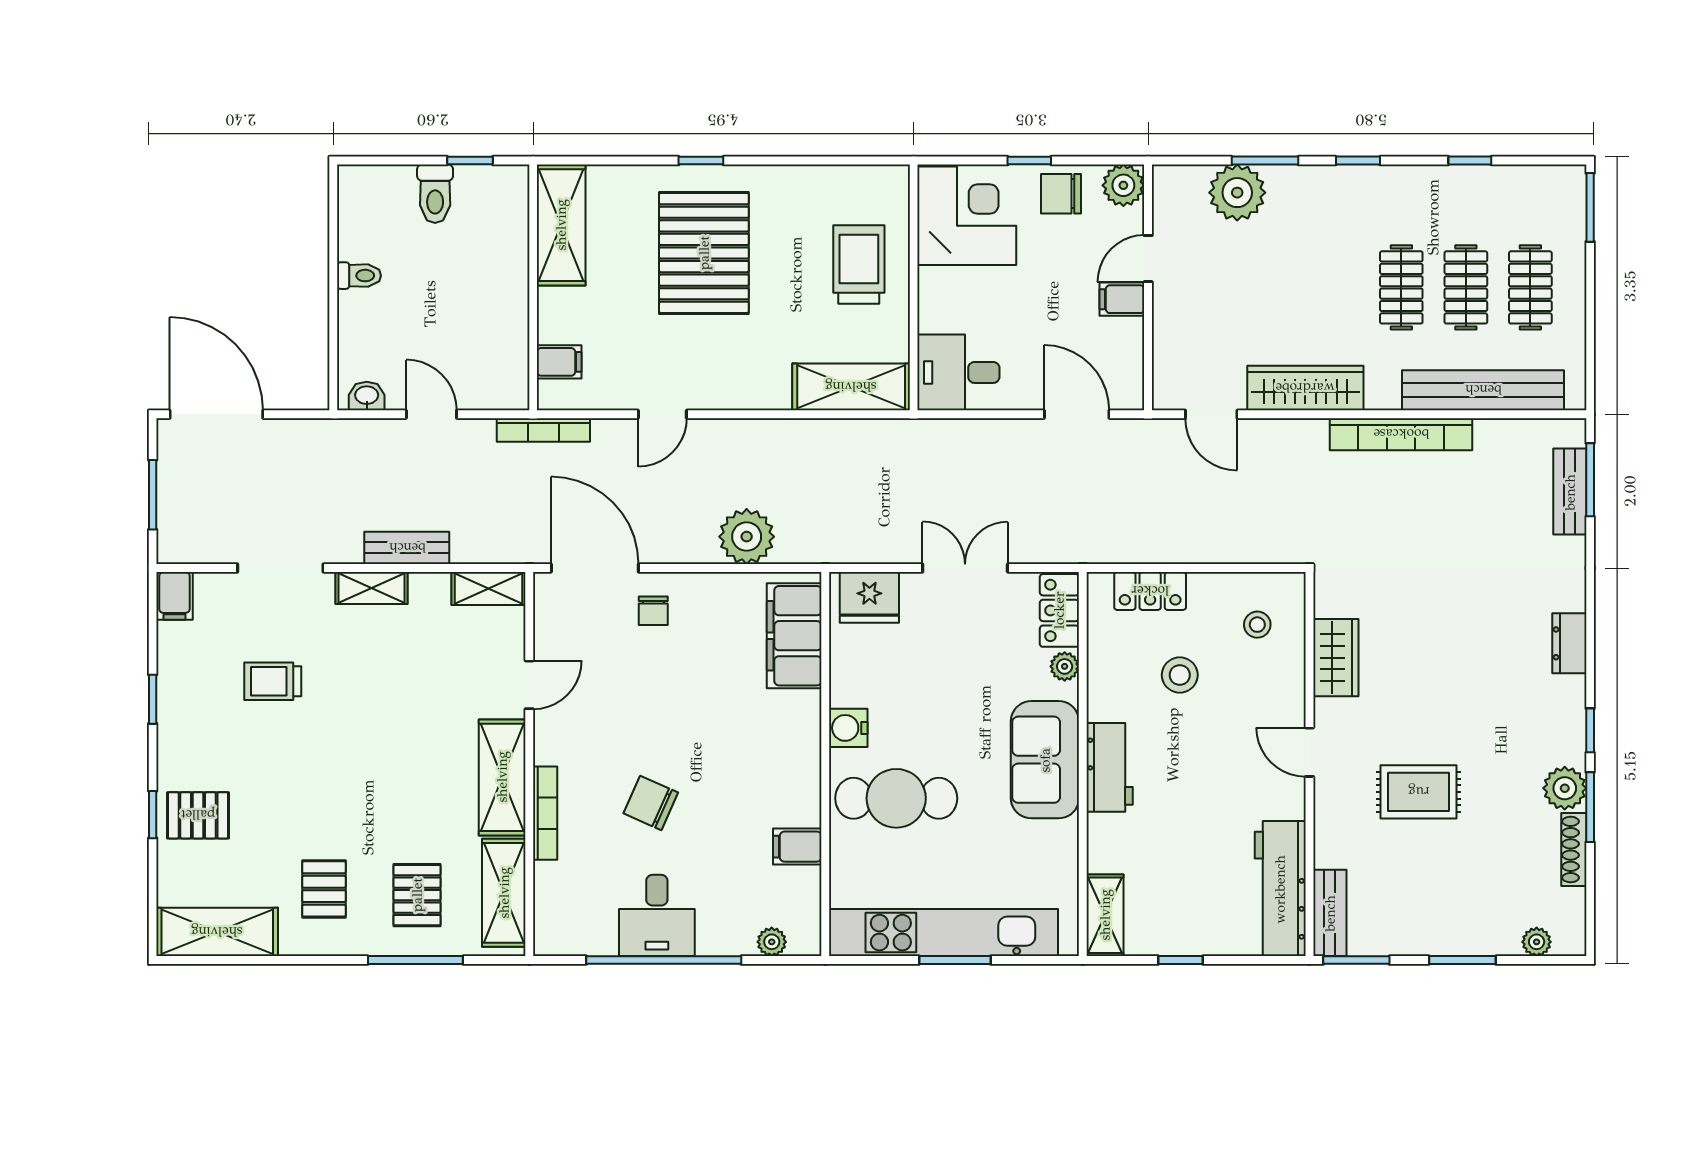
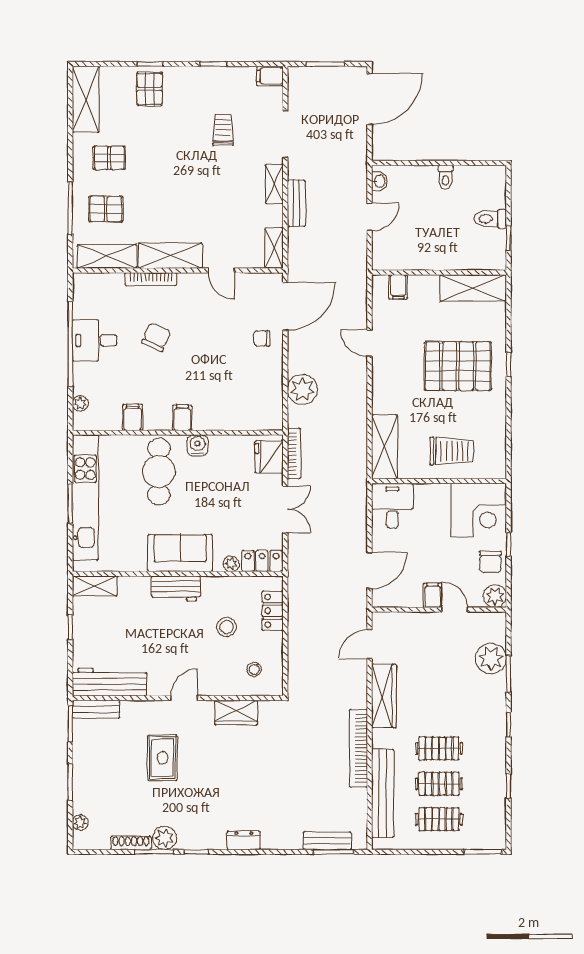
chair: (1061, 194) -> (490, 562), turned 180
bookcase: (543, 430) -> (294, 453), moved, turned 180
filing cabinet: (794, 636) -> (182, 418), moved, width x0.33, depth x0.86

